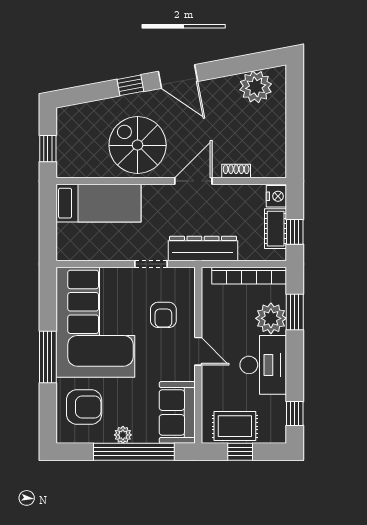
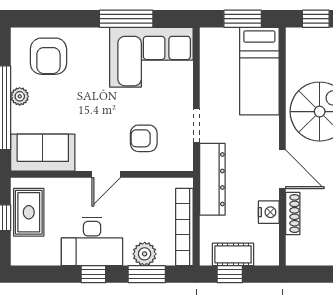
shoe rack: (236, 171) -> (293, 214), width x1.43
nightstand: (276, 196) -> (269, 212), moved, turned -90
window: (48, 219) -> (243, 19), added
plant: (271, 318) -> (145, 254), width x0.73, depth x0.73
corner sofa: (95, 322) -> (151, 57), width x0.73, depth x0.74
window: (48, 357) -> (126, 19), moved
window: (295, 414) -> (93, 274), moved

